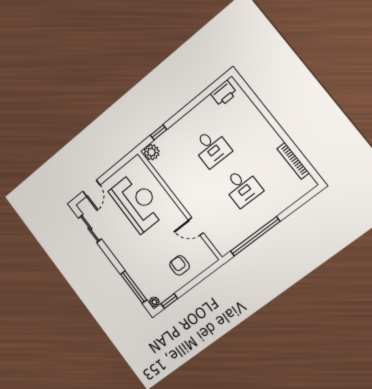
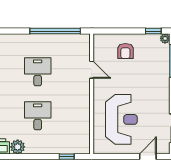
plant: (152, 152) -> (18, 147), moved
reception desk: (137, 203) -> (121, 119), turned 180

